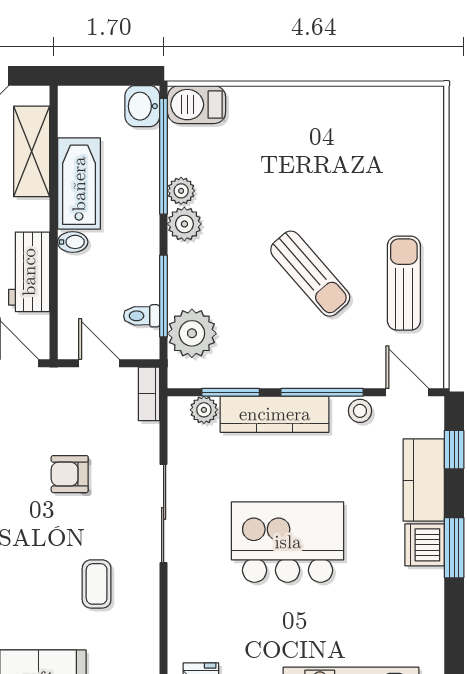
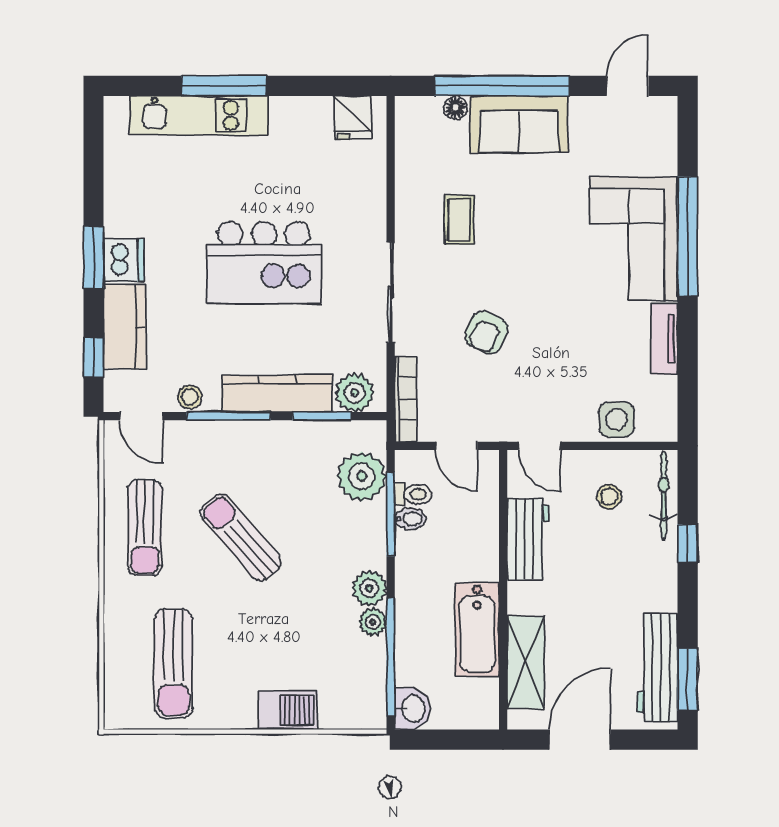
barbecue: (197, 105) -> (288, 710), moved
sun lounger: (376, 150) -> (174, 664), added
bidet: (73, 242) -> (410, 519), moved, turned 180
bookcase: (149, 394) -> (406, 399), width x1.56
plant: (204, 410) -> (355, 393), width x1.38, depth x1.38
armchair: (70, 474) -> (487, 332), turned 115

